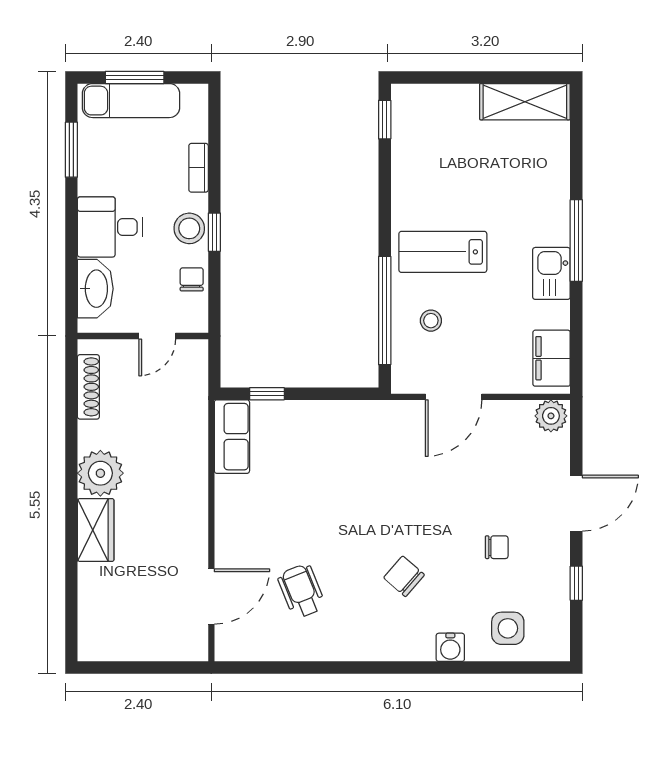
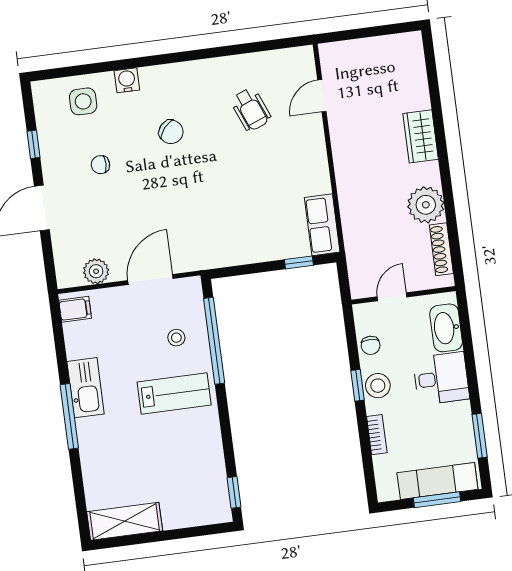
kitchen sink: (551, 273) -> (86, 388), width x1.38
filing cabinet: (552, 358) -> (75, 309), width x0.50
plant: (551, 416) -> (96, 271), moved
plant: (100, 473) -> (426, 205), moved
door: (211, 596) -> (322, 96), width x0.73

